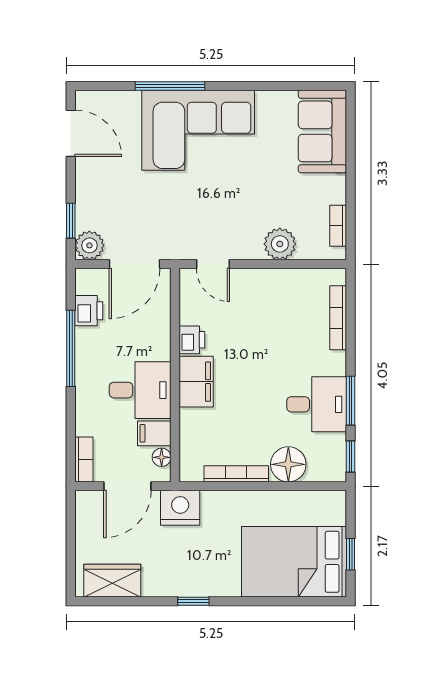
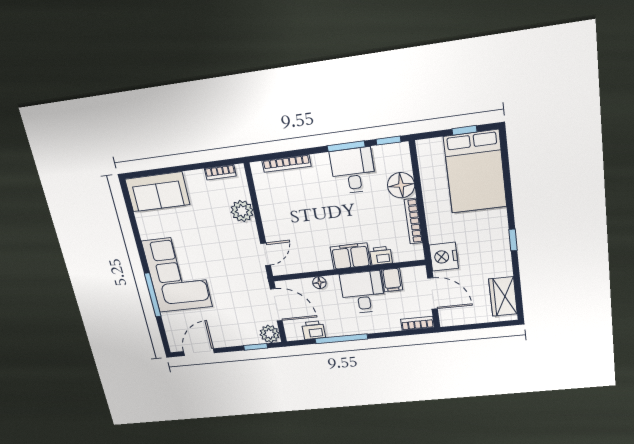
printer: (192, 340) -> (381, 256), moved
floor lamp: (162, 457) -> (319, 283), moved

